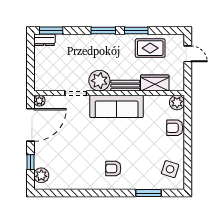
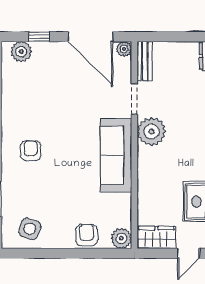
wardrobe: (155, 83) -> (156, 237), moved, turned -90
bench: (125, 86) -> (145, 61), moved

